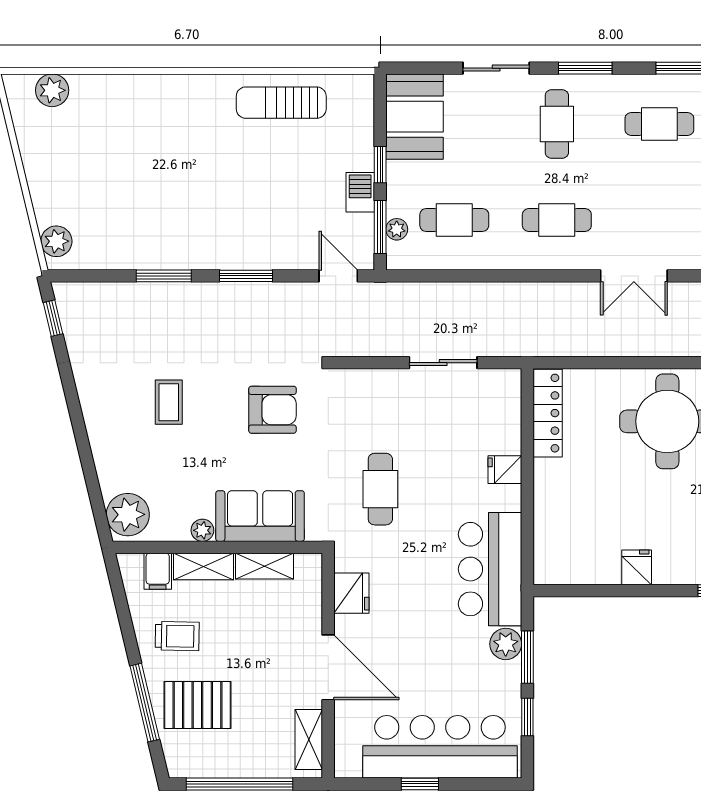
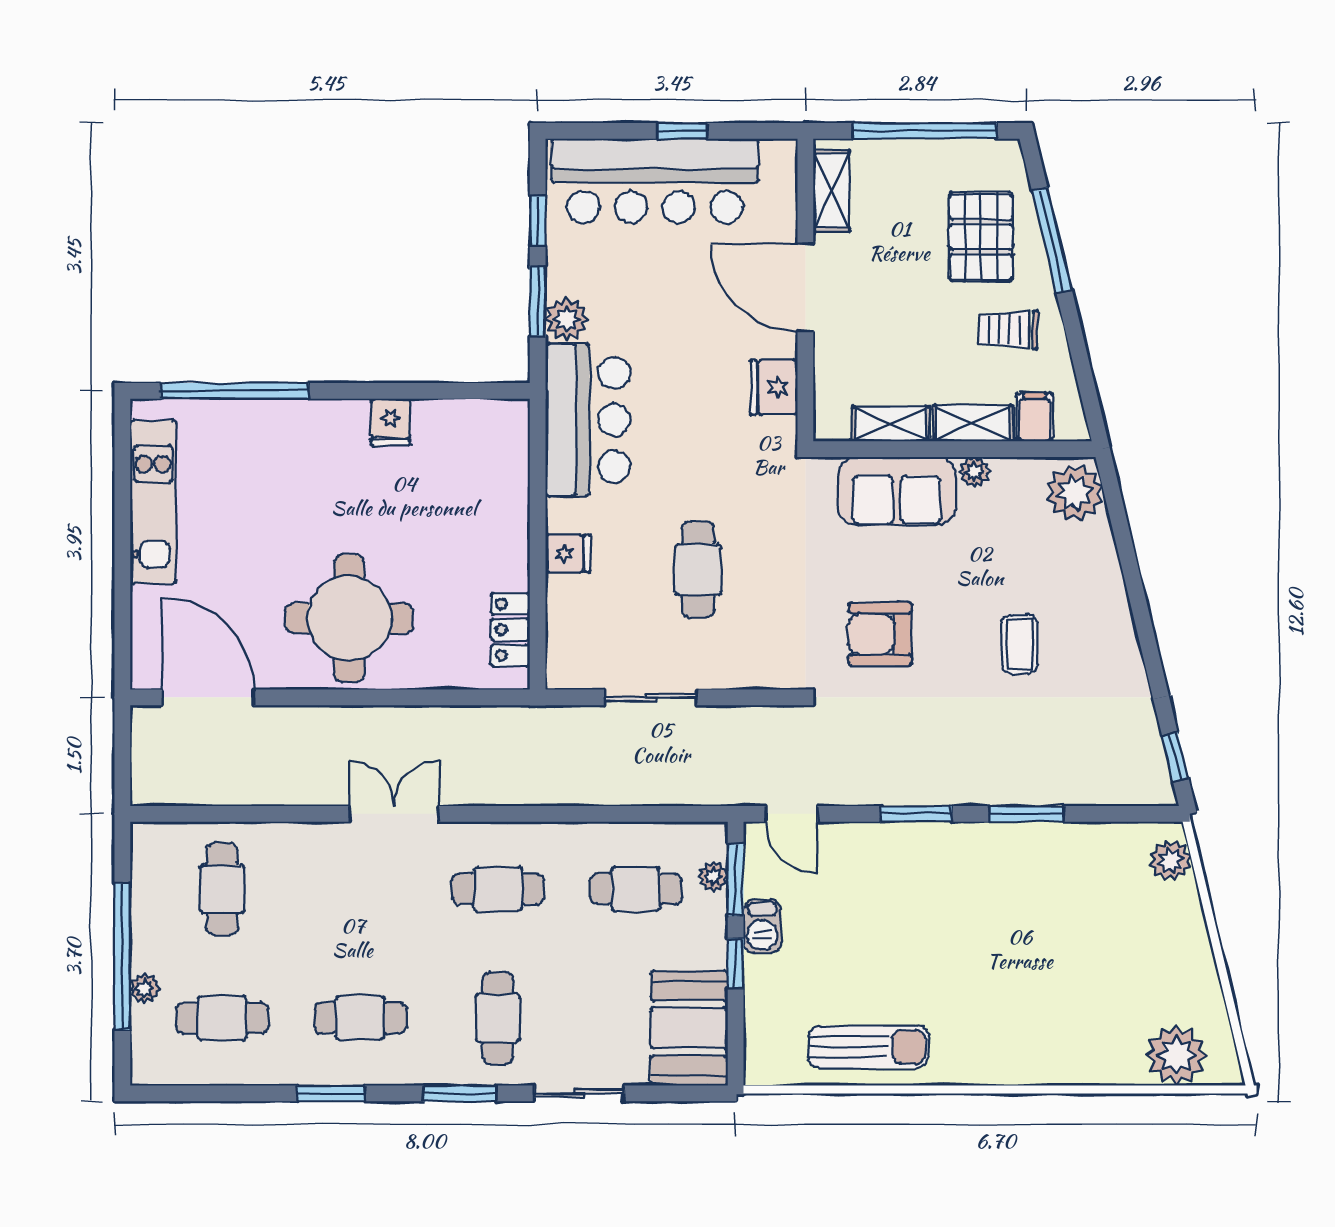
plant: (52, 90) -> (1176, 1055), width x1.36, depth x1.36
locker: (548, 413) -> (510, 629), width x0.66
cafe table: (380, 489) -> (698, 569), moved
pallet: (197, 705) -> (981, 237), turned 90

